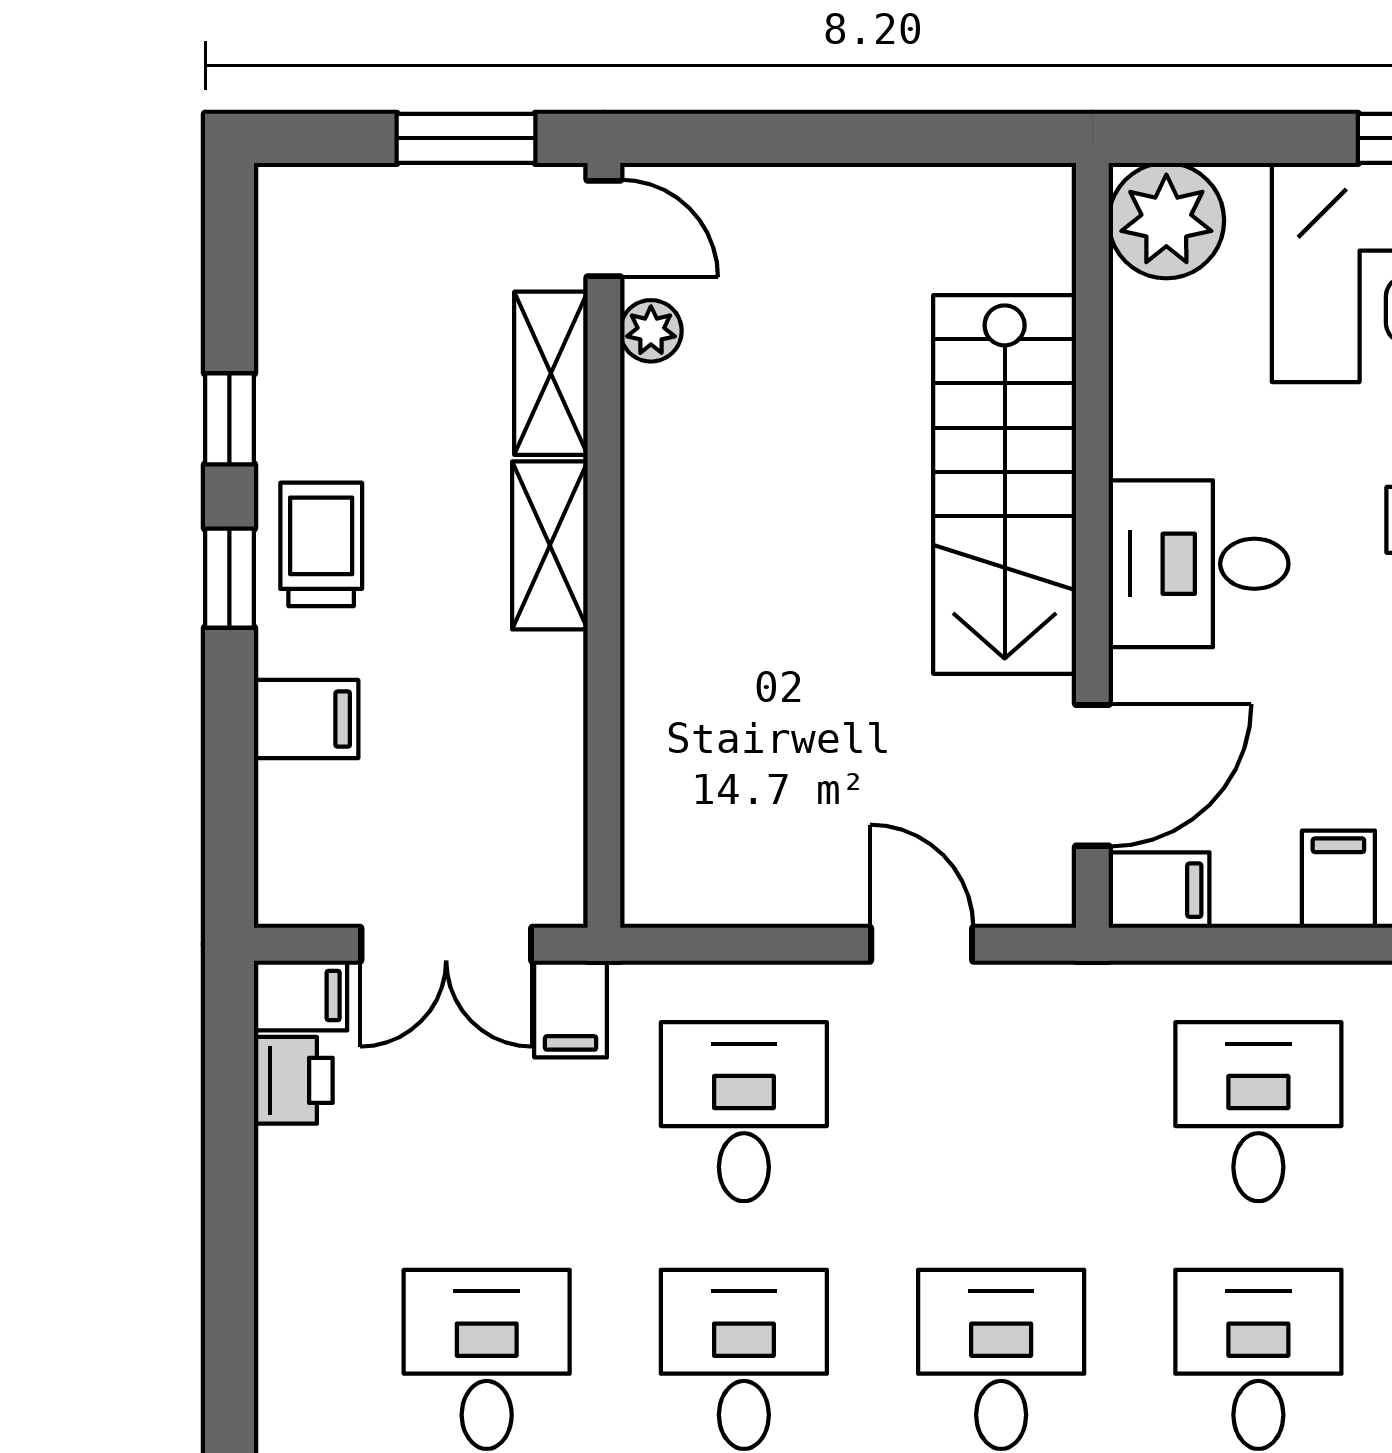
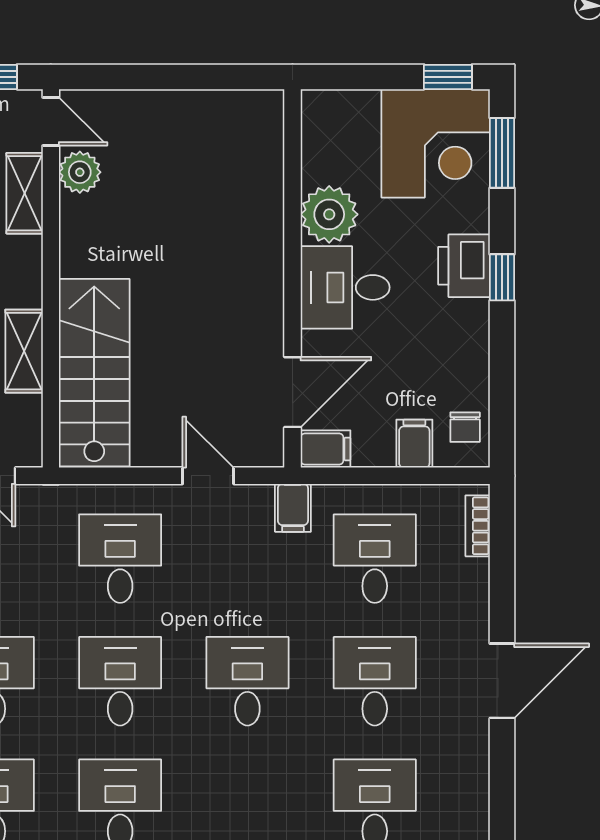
plant: (1166, 221) -> (329, 214), moved
plant: (651, 331) -> (80, 172), width x1.38, depth x1.38
stairs: (1005, 484) -> (94, 373), moved, turned 180
shelving: (550, 545) -> (24, 351), moved
filing cabinet: (571, 1009) -> (293, 508), moved

